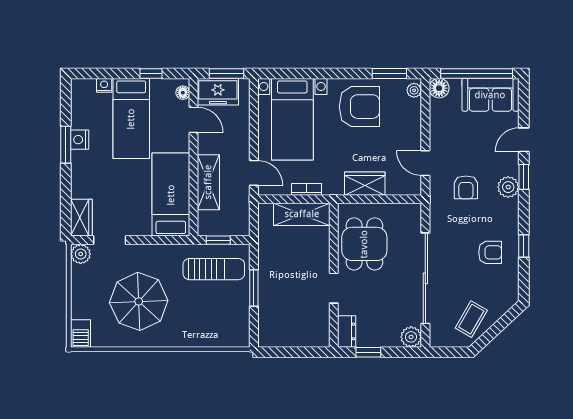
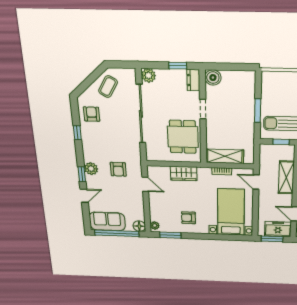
armchair: (359, 107) -> (188, 218), width x0.53, depth x0.53
armchair: (466, 187) -> (118, 169), turned 180
armchair: (490, 252) -> (92, 114), moved, turned 90
boiler: (318, 336) -> (213, 78), added

